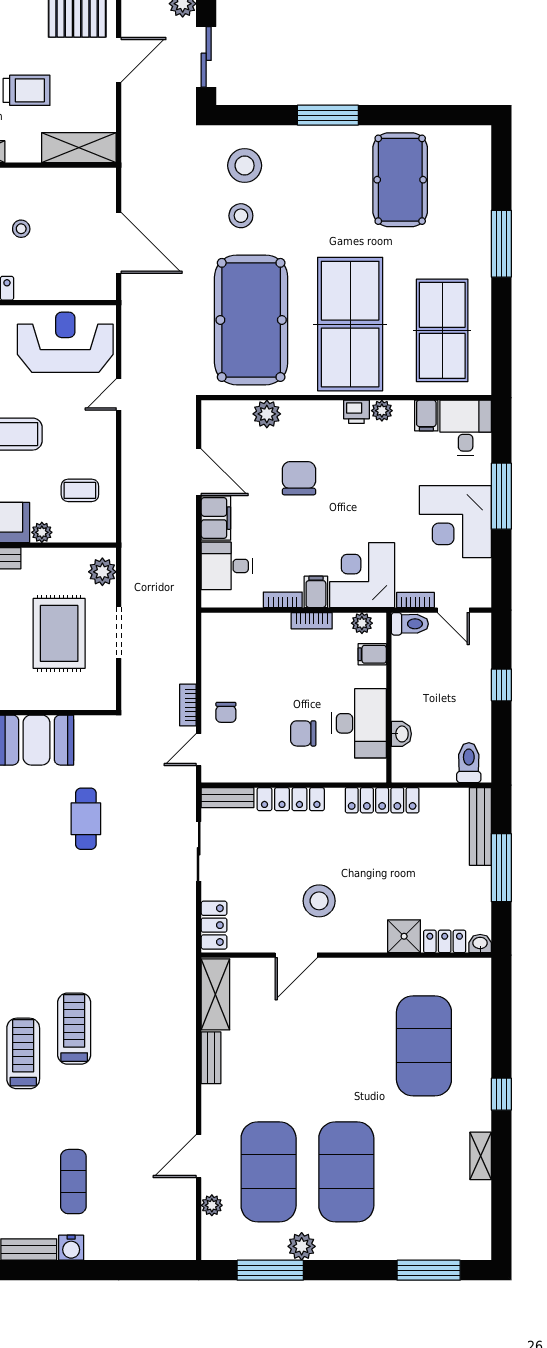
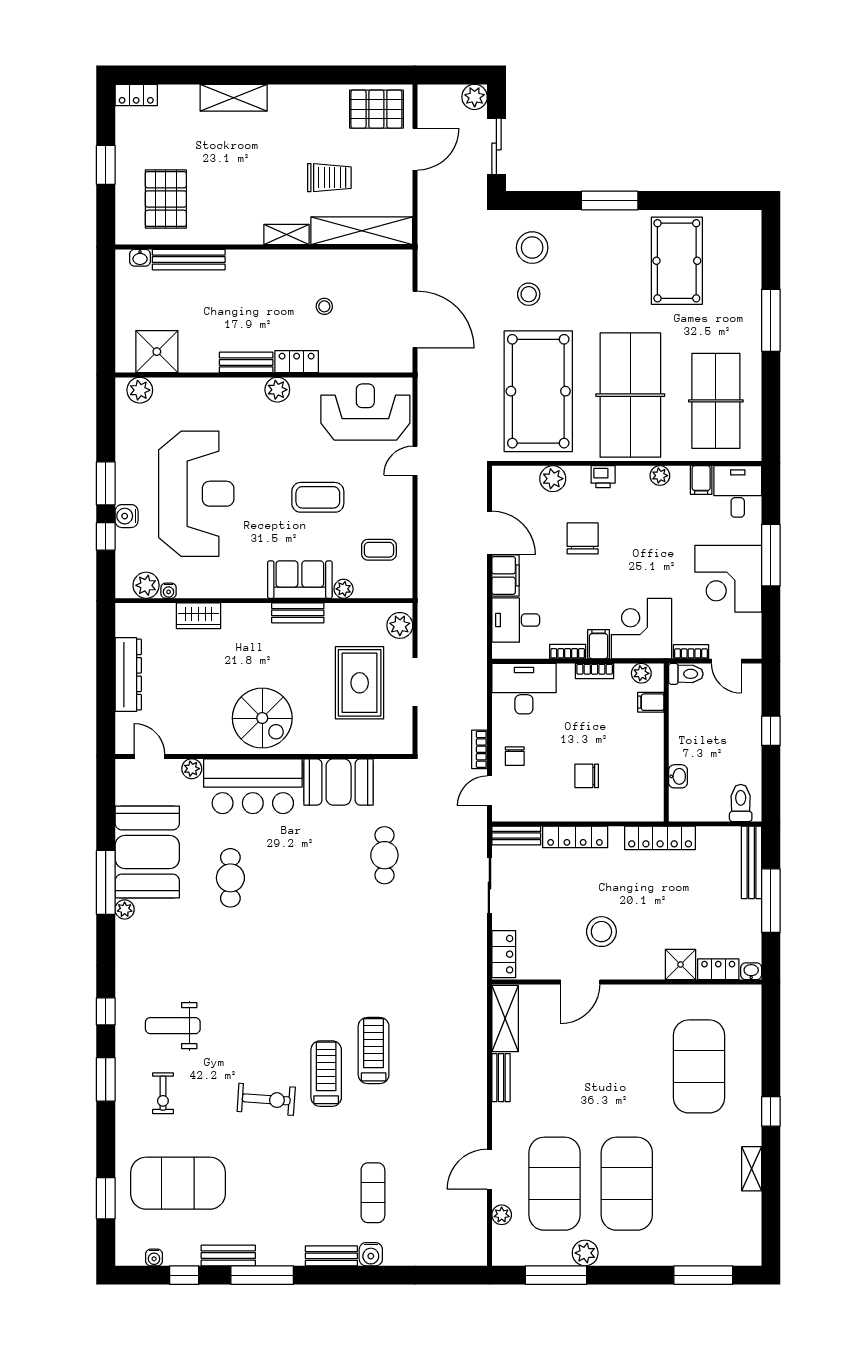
shelving: (79, 148) -> (362, 231), width x1.47
printer: (356, 412) -> (603, 477), moved
desk: (359, 723) -> (524, 689), moved, turned -90

